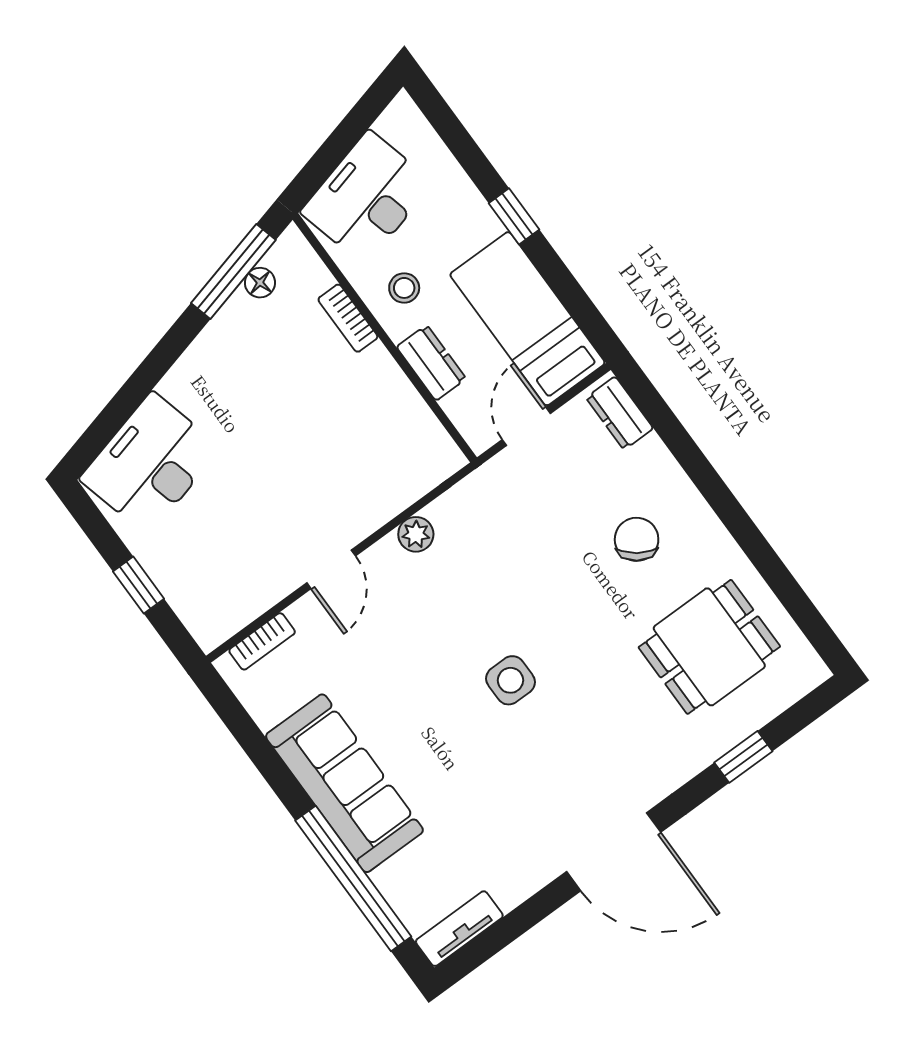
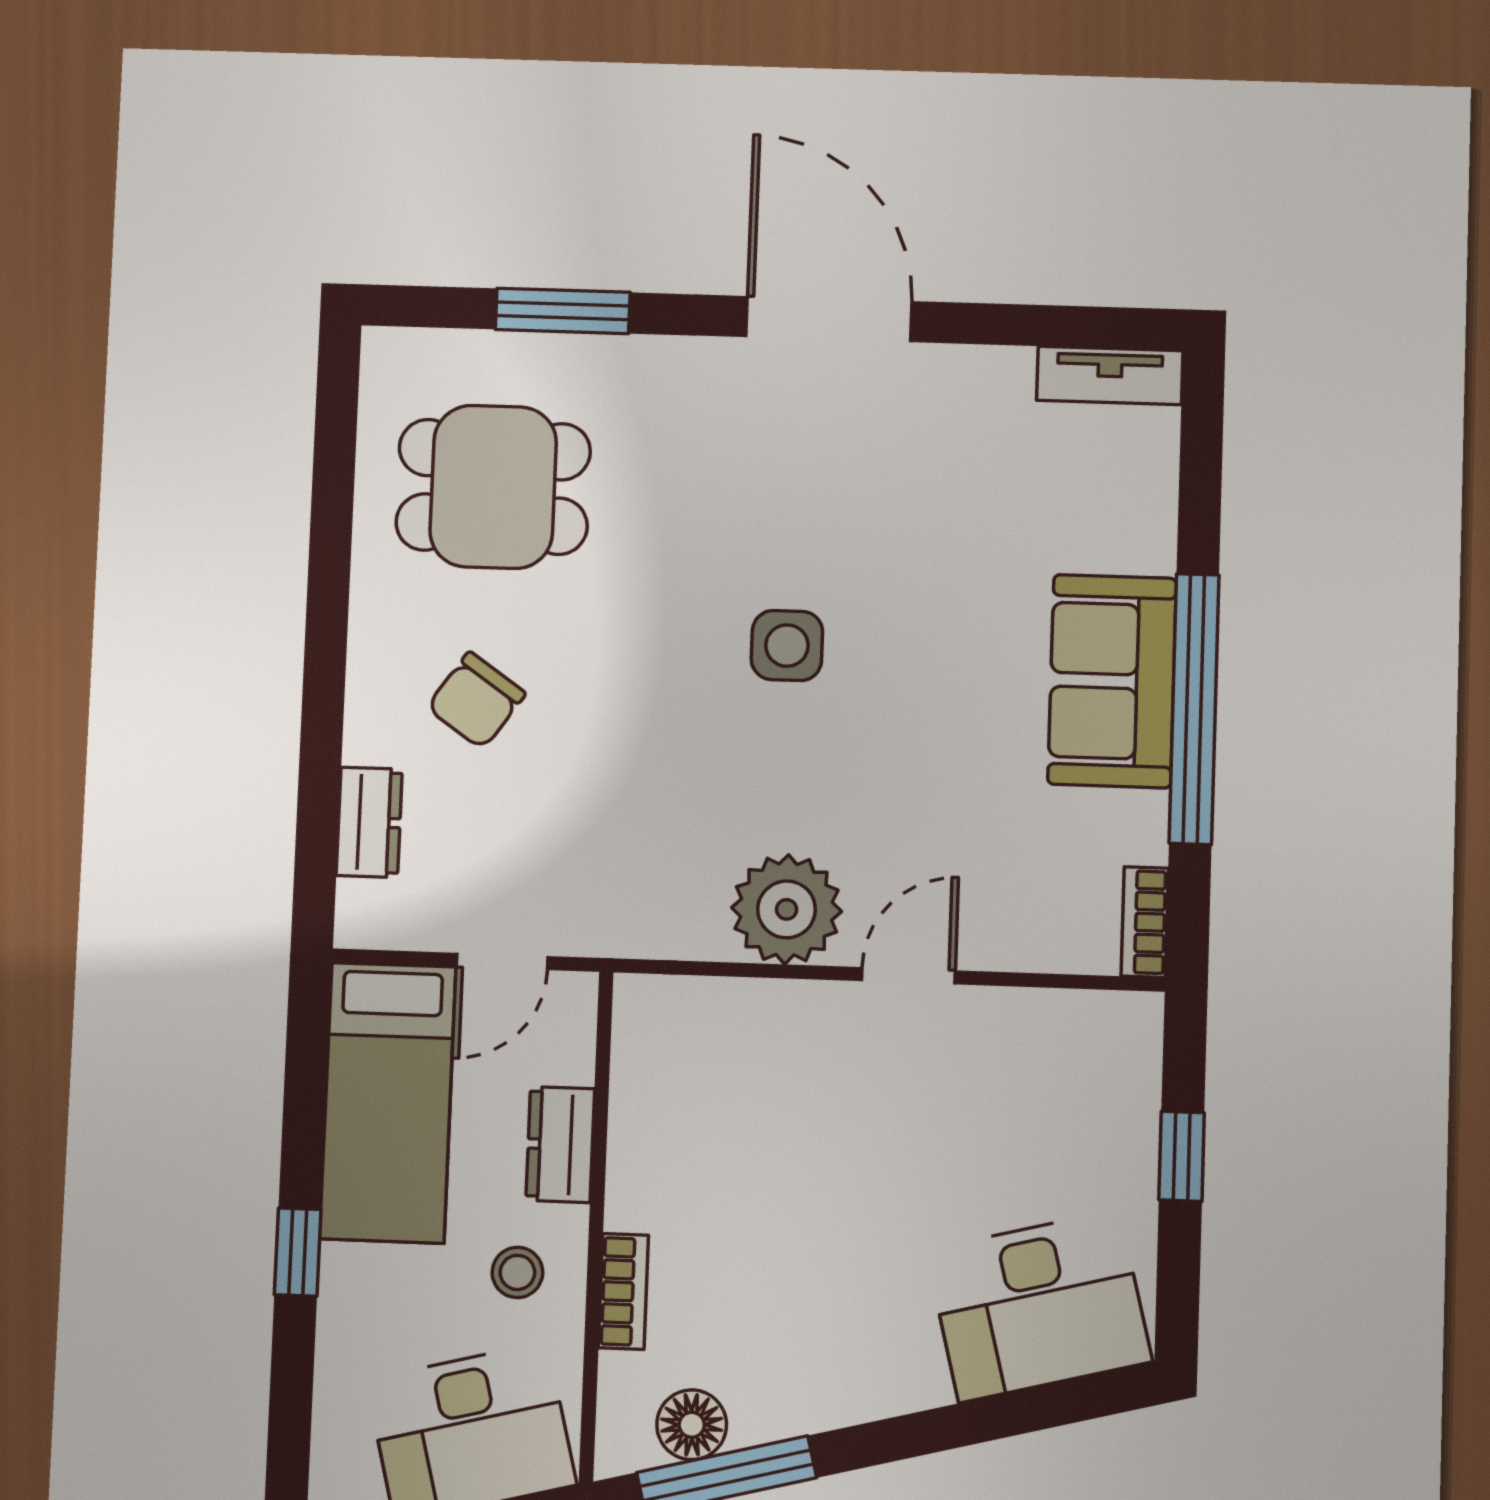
floor lamp: (260, 283) -> (692, 1425), width x1.37, depth x1.37
dresser: (620, 413) -> (369, 822), moved
plant: (416, 534) -> (787, 909), width x1.88, depth x1.88
bookcase: (262, 641) -> (1145, 922), moved, turned -90
window: (743, 757) -> (563, 311), width x1.50
sofa: (344, 783) -> (1112, 681), width x0.73
window: (353, 879) -> (1194, 709), moved

